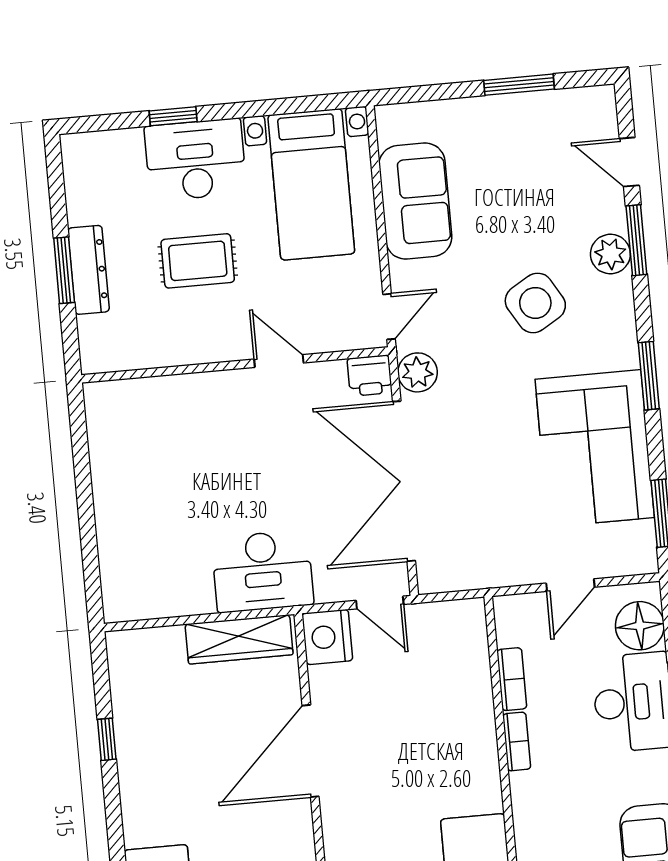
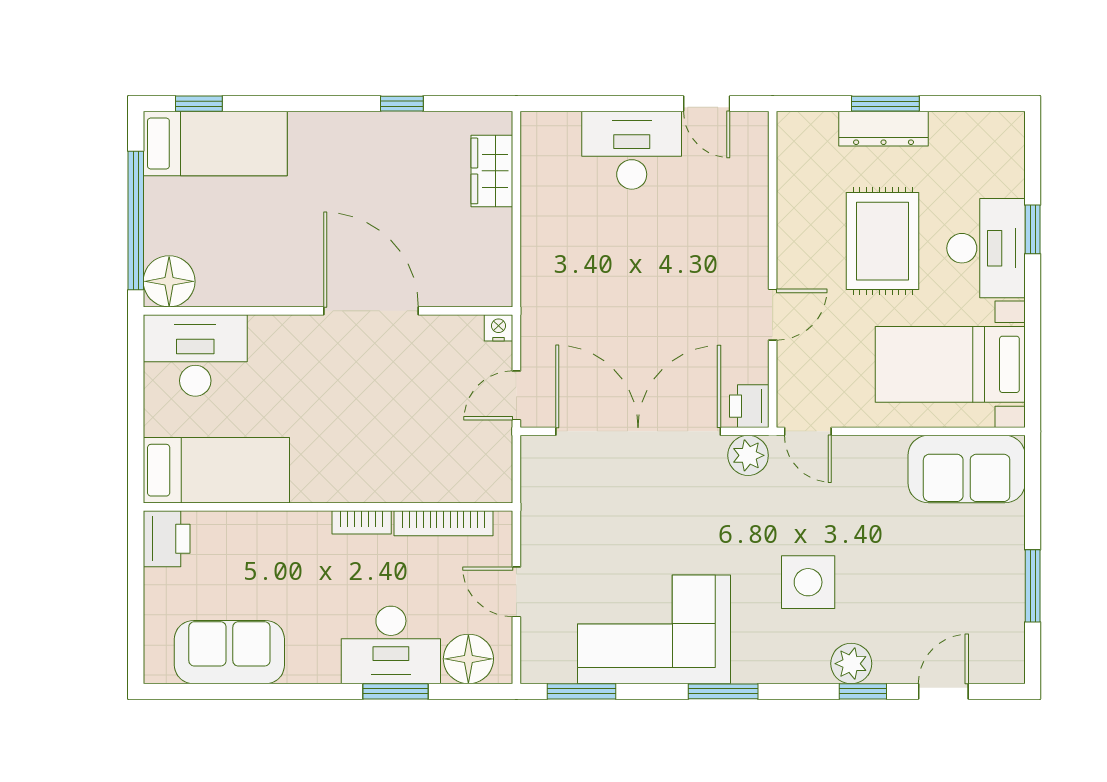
sofa: (415, 201) -> (967, 469), moved
window: (636, 240) -> (863, 691), width x0.67
rug: (198, 261) -> (883, 241), width x1.36, depth x1.43
side table: (535, 303) -> (808, 582), turned 31
door: (80, 444) -> (707, 104), added
desk: (262, 571) -> (632, 150), moved, turned 90
nightstand: (327, 637) -> (499, 328), width x0.53, depth x0.56
wardrobe: (239, 639) -> (492, 171), moved, width x0.67
bookcase: (512, 679) -> (444, 523), width x1.56

